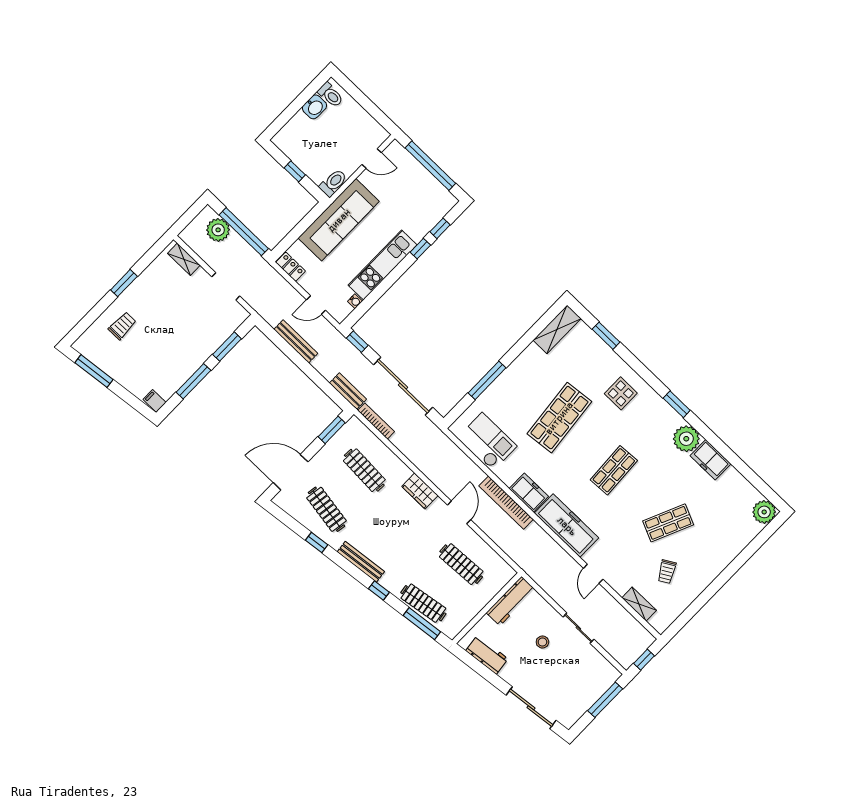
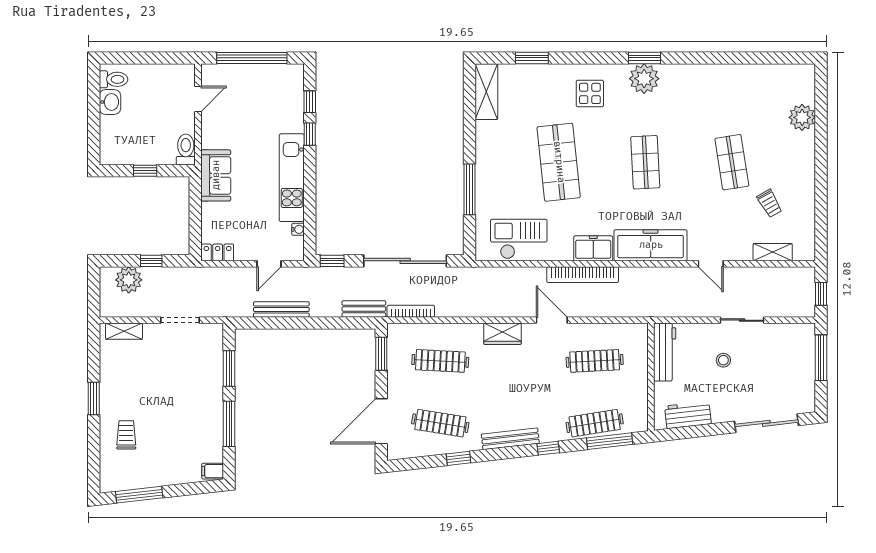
sofa: (339, 220) -> (216, 175), width x0.54, depth x0.79
window: (244, 232) -> (151, 261), width x0.32
plant: (686, 439) -> (644, 79), moved
freezer: (711, 460) -> (716, 77), removed
plant: (764, 512) -> (802, 117), moved
shop shelf: (668, 523) -> (732, 162), turned -33

